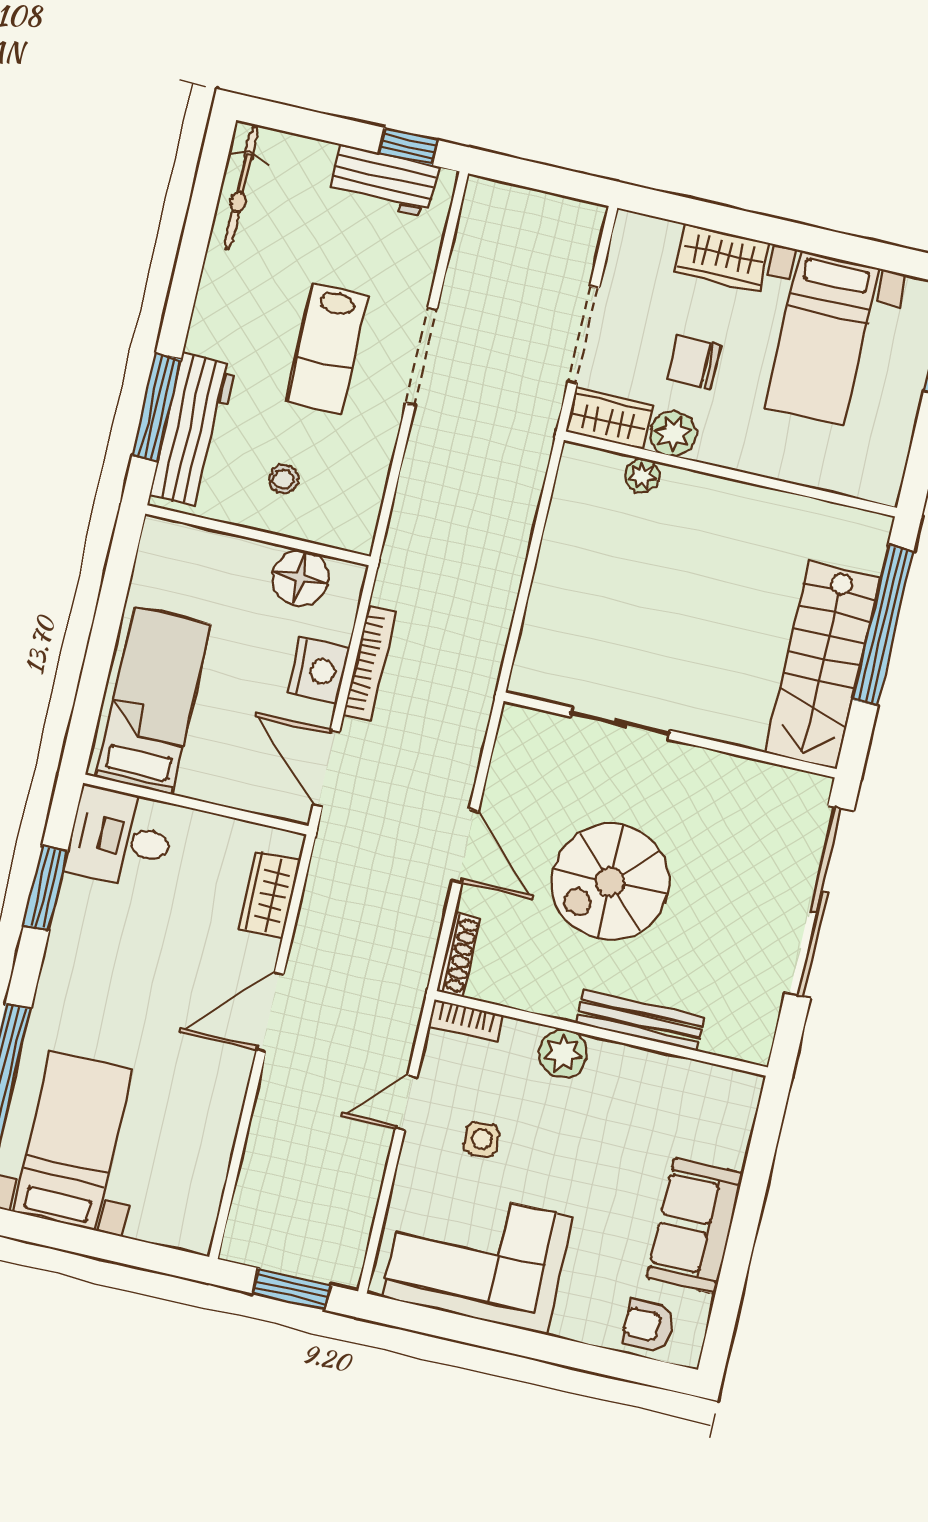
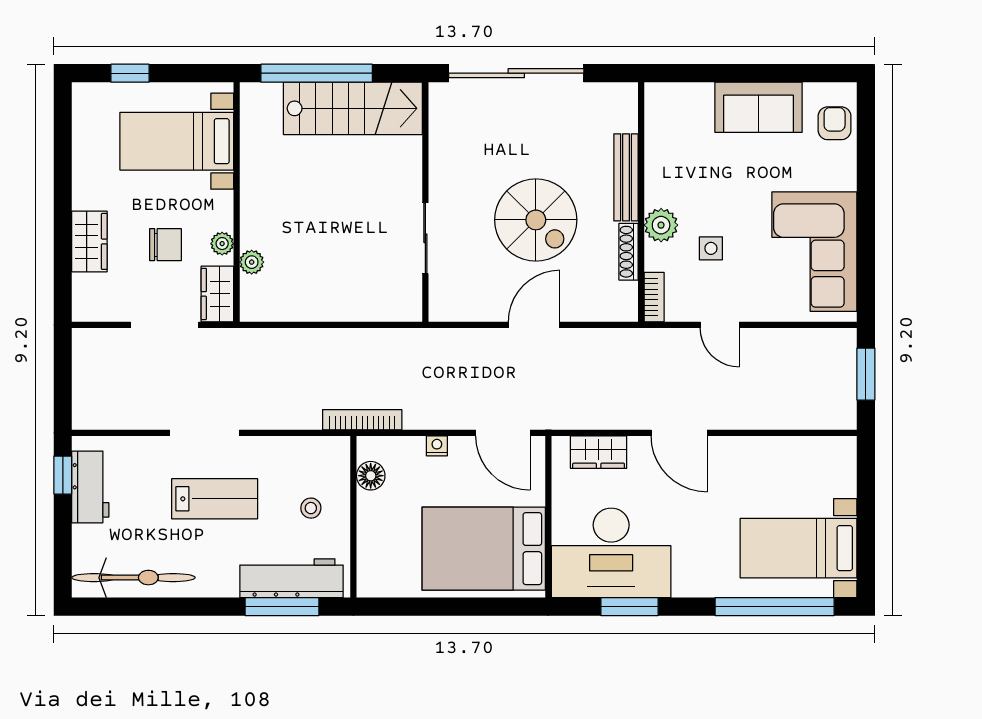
bicycle: (241, 187) -> (133, 578), width x1.37, depth x1.40
bed with nightstands: (822, 338) -> (177, 141), moved, turned 180
chair: (694, 362) -> (165, 245), turned -90
plant: (673, 433) -> (222, 244), width x0.73, depth x0.73
floor lamp: (300, 578) -> (371, 476), width x0.73, depth x0.73
bookcase: (370, 663) -> (362, 420), moved
nightstand: (318, 671) -> (437, 446), width x0.53, depth x0.56
bed: (153, 701) -> (484, 549), width x1.50
door: (326, 768) -> (503, 433), hinge flipped
desk: (120, 838) -> (611, 553), width x1.87, depth x1.30
shoe rack: (459, 955) -> (629, 252), moved, turned -90
side table: (482, 1139) -> (711, 248), moved
armchair: (648, 1326) -> (835, 123), turned 180

